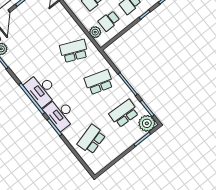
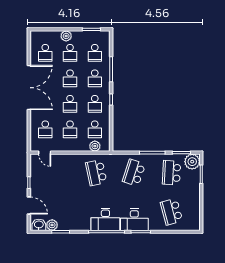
school desk: (74, 51) -> (96, 173), turned -36

